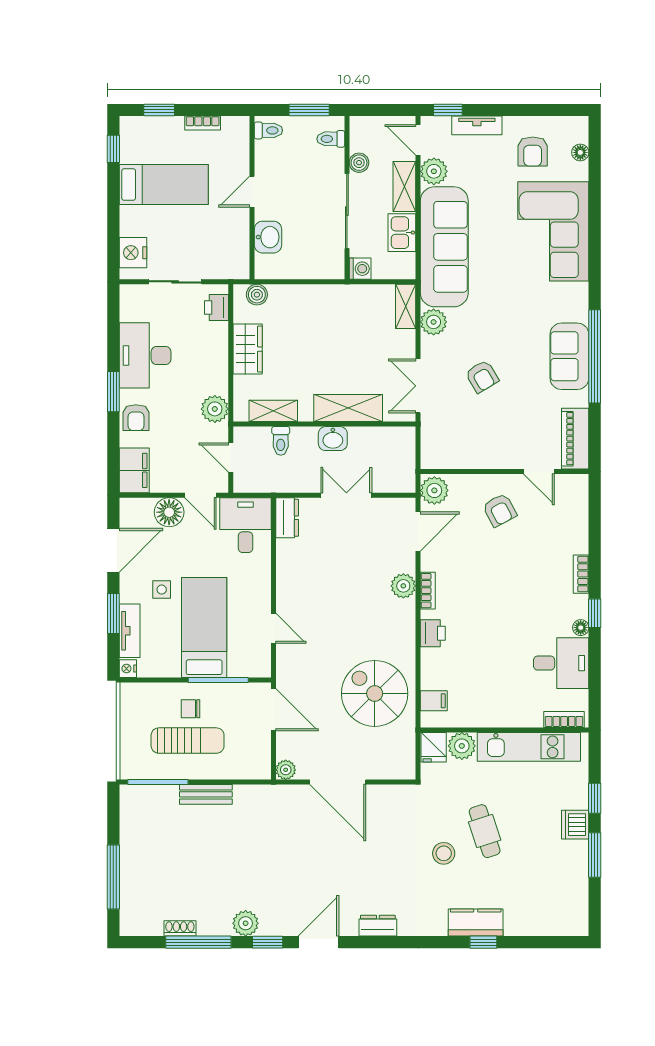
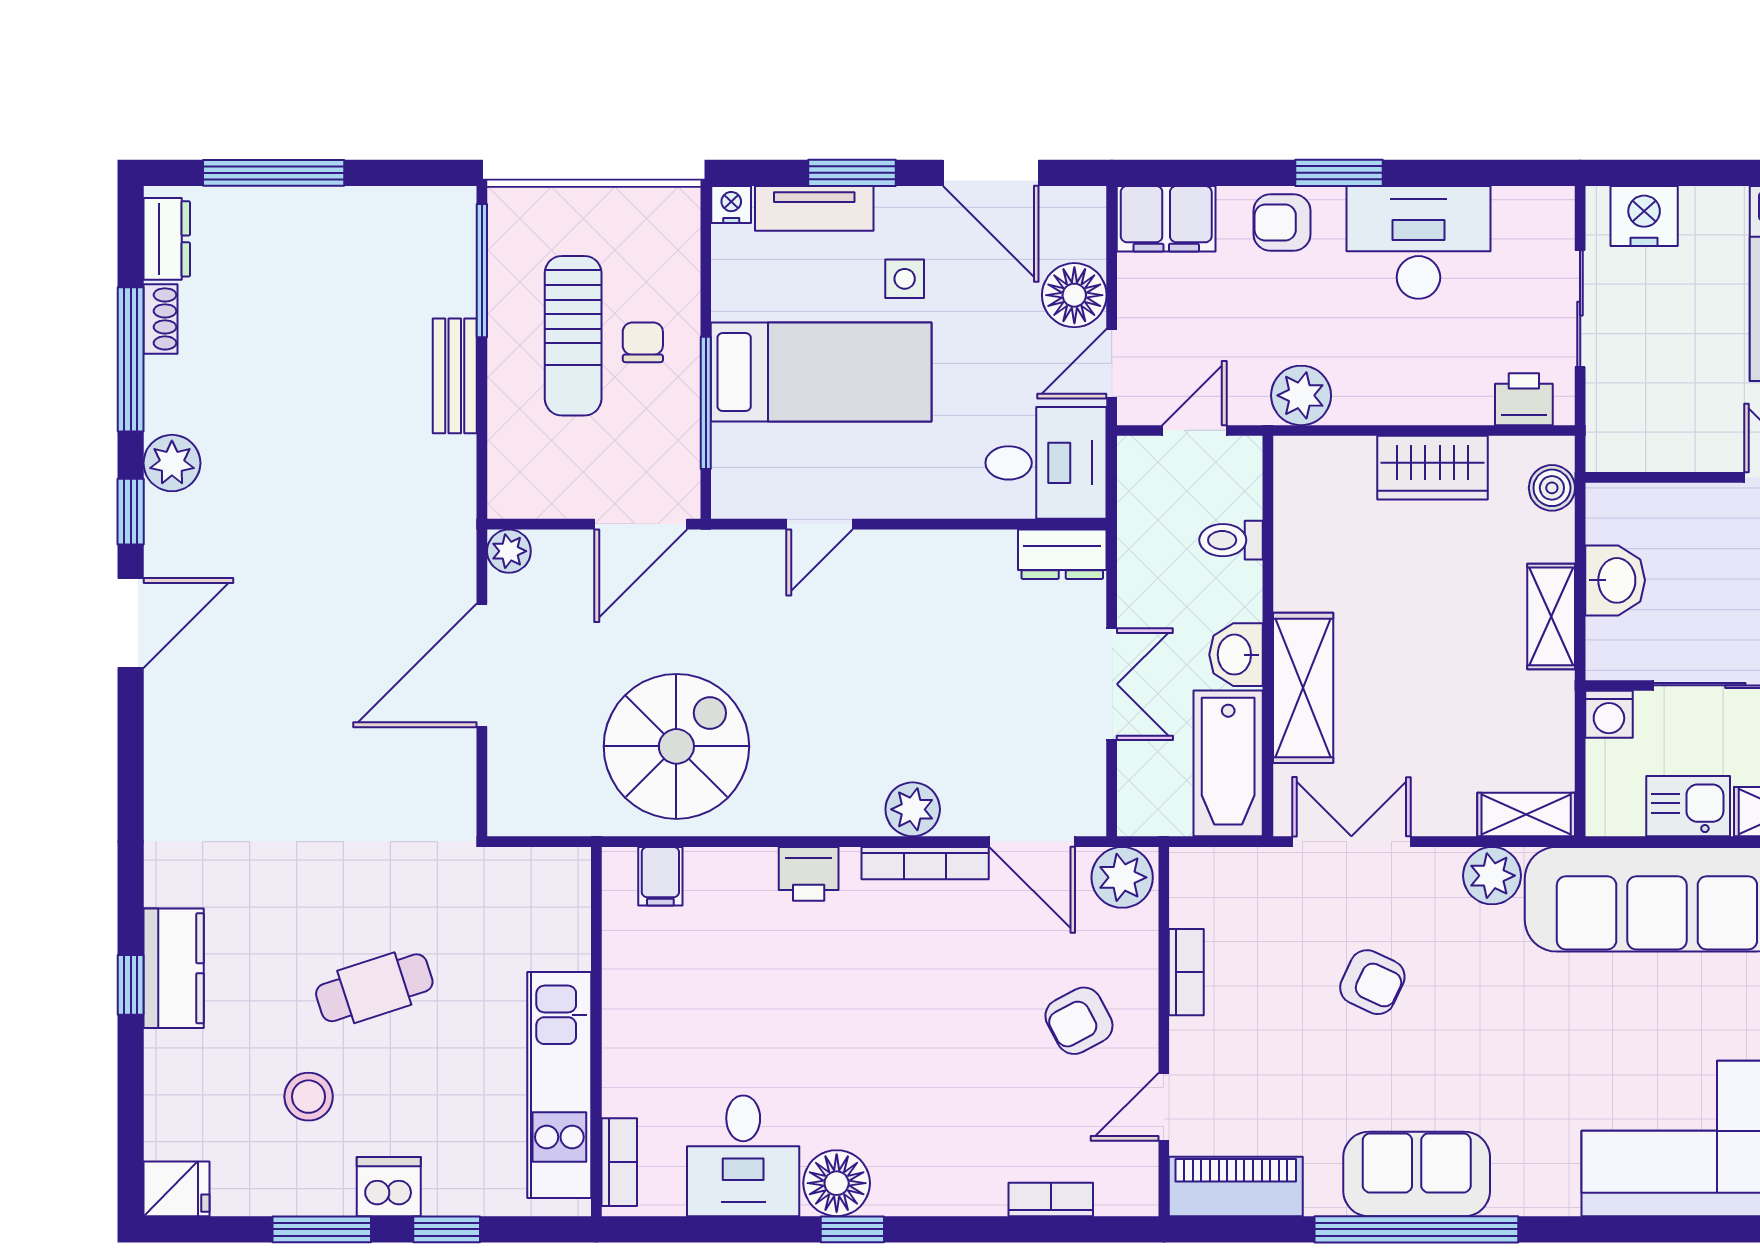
washbasin: (268, 237) -> (1615, 580), moved, turned -90
armchair: (482, 376) -> (1372, 982), turned -124
shelving: (273, 411) -> (1551, 616), moved
bathtub: (382, 442) -> (1228, 763), added
bookcase: (477, 461) -> (1186, 972), added
bookcase: (581, 574) -> (1051, 1199), moved
bookcase: (428, 591) -> (925, 863), width x1.56
floor lamp: (581, 628) -> (837, 1183), width x1.89, depth x1.89
plant: (462, 746) -> (561, 938), removed
fridge: (434, 747) -> (176, 1189), moved, turned 180
stool: (444, 853) -> (309, 1097), moved
dresser: (378, 926) -> (167, 239), moved
door: (318, 942) -> (131, 623), hinge flipped

